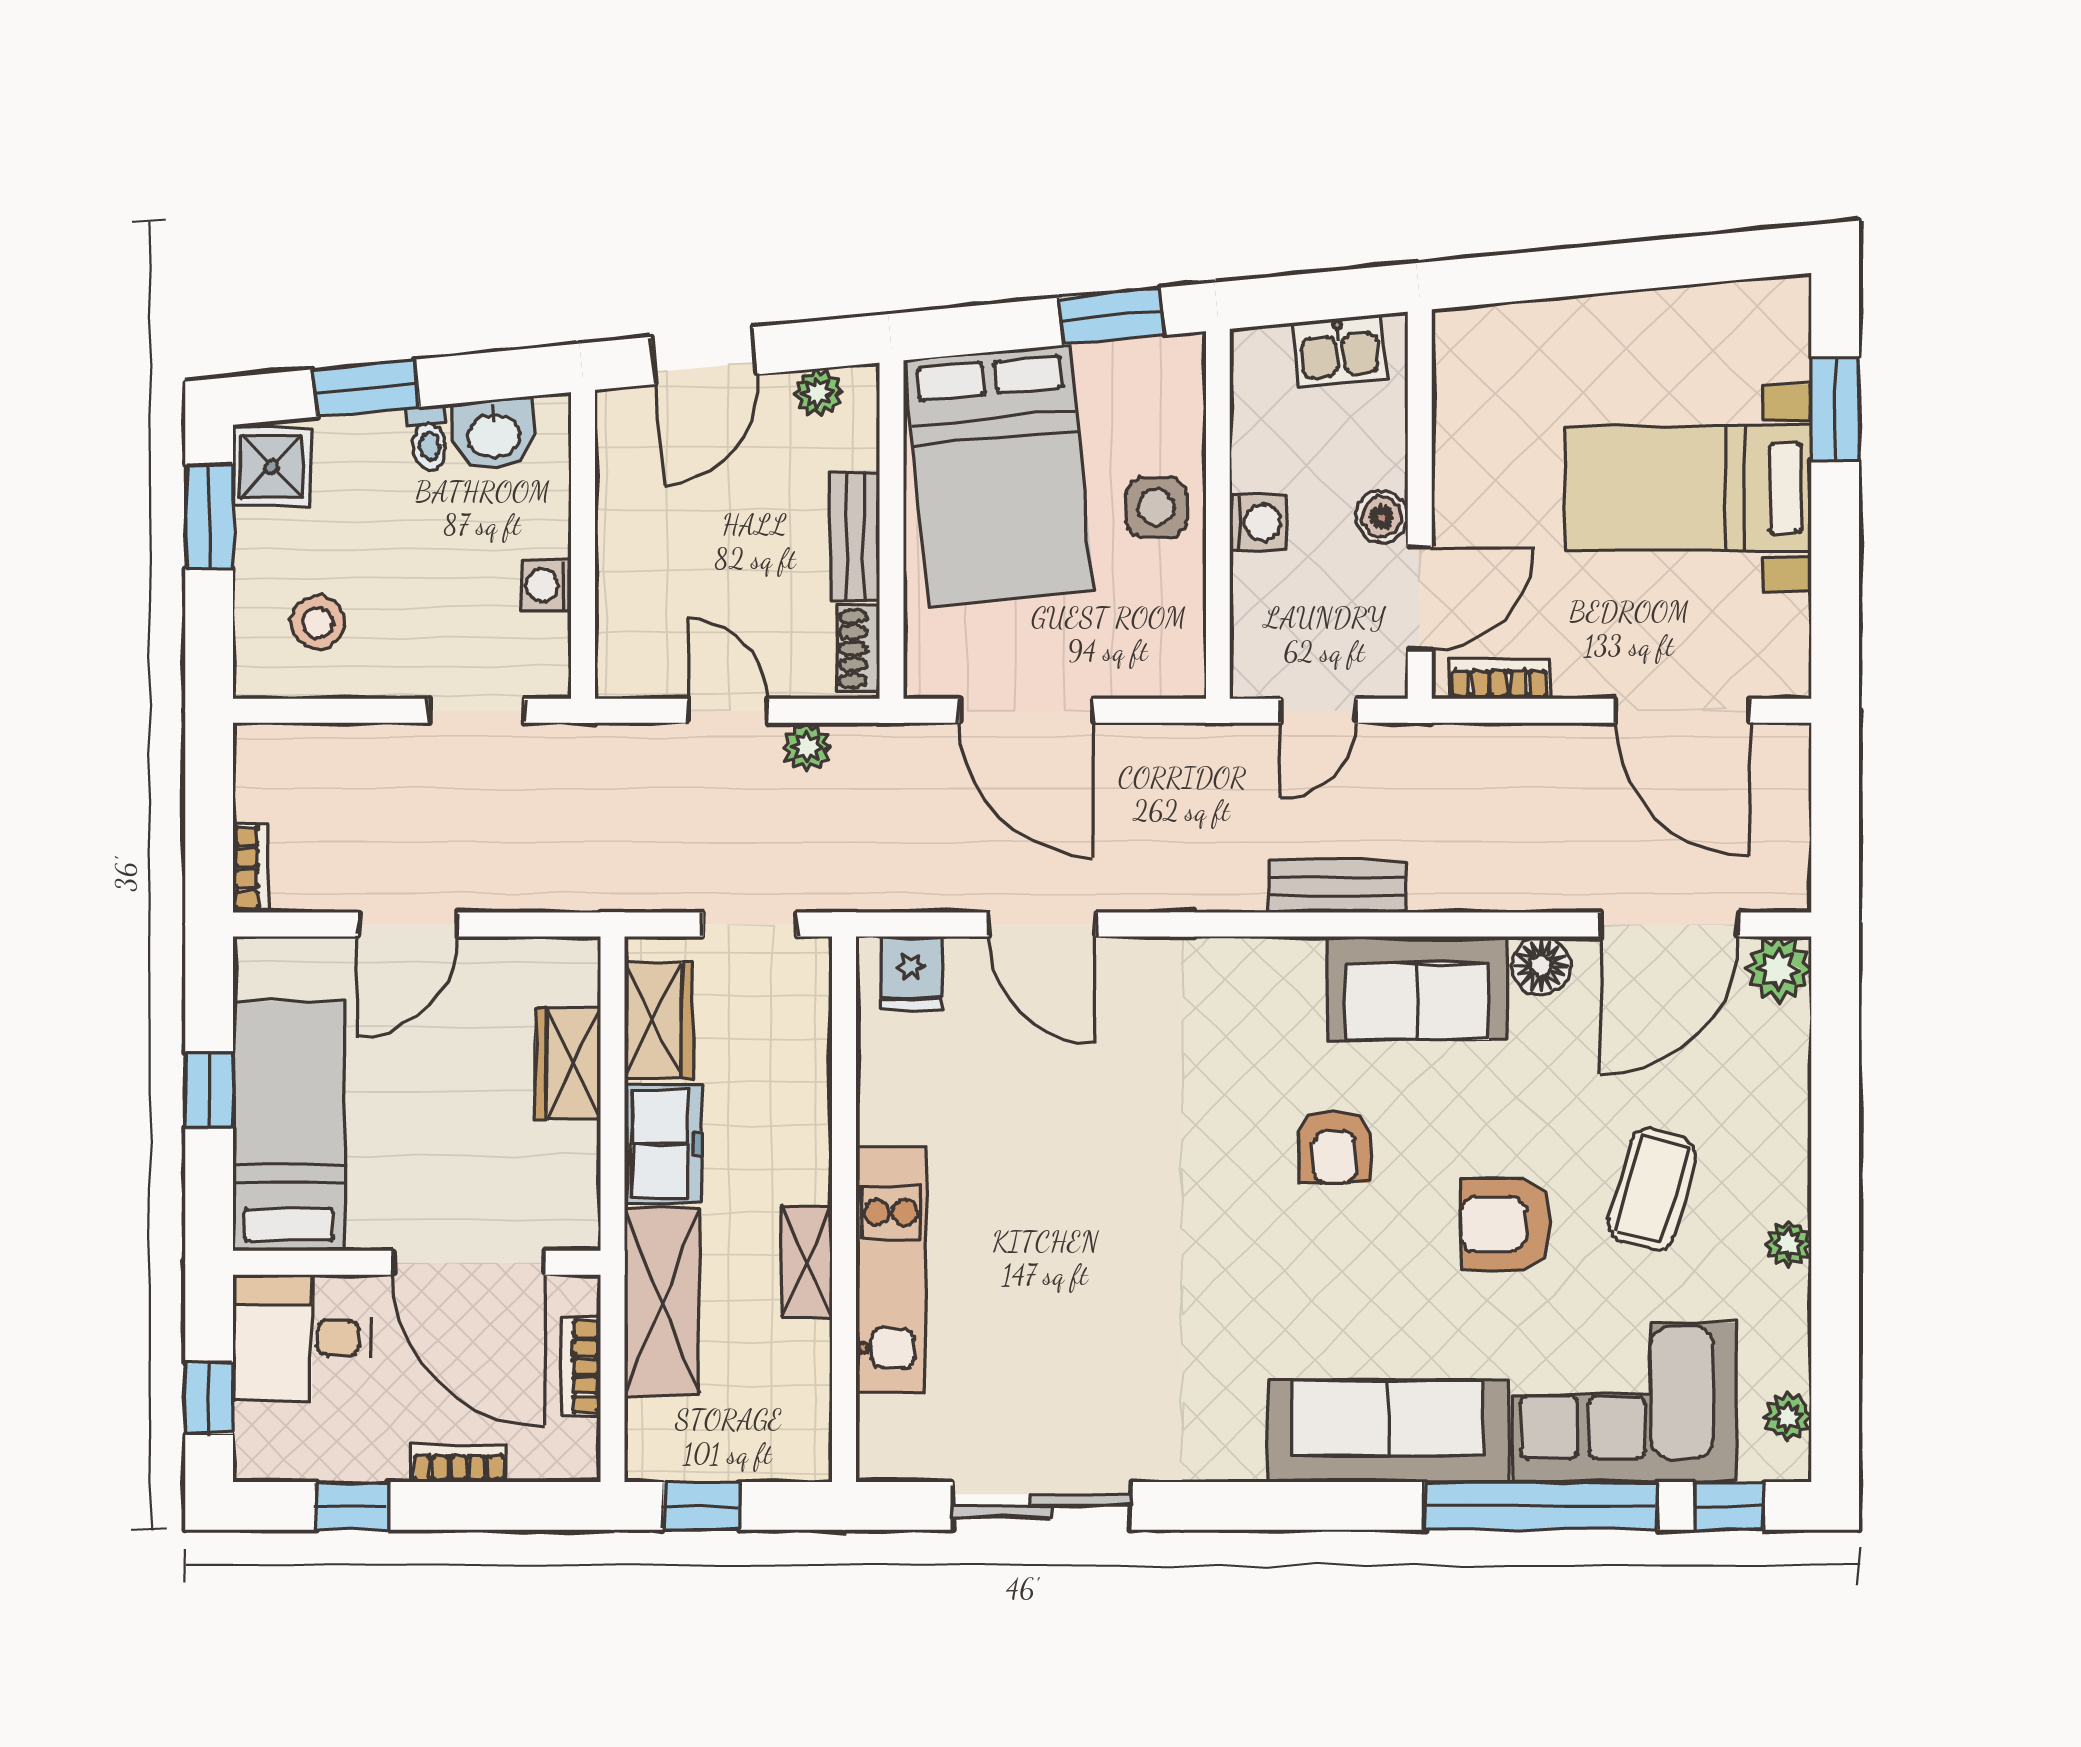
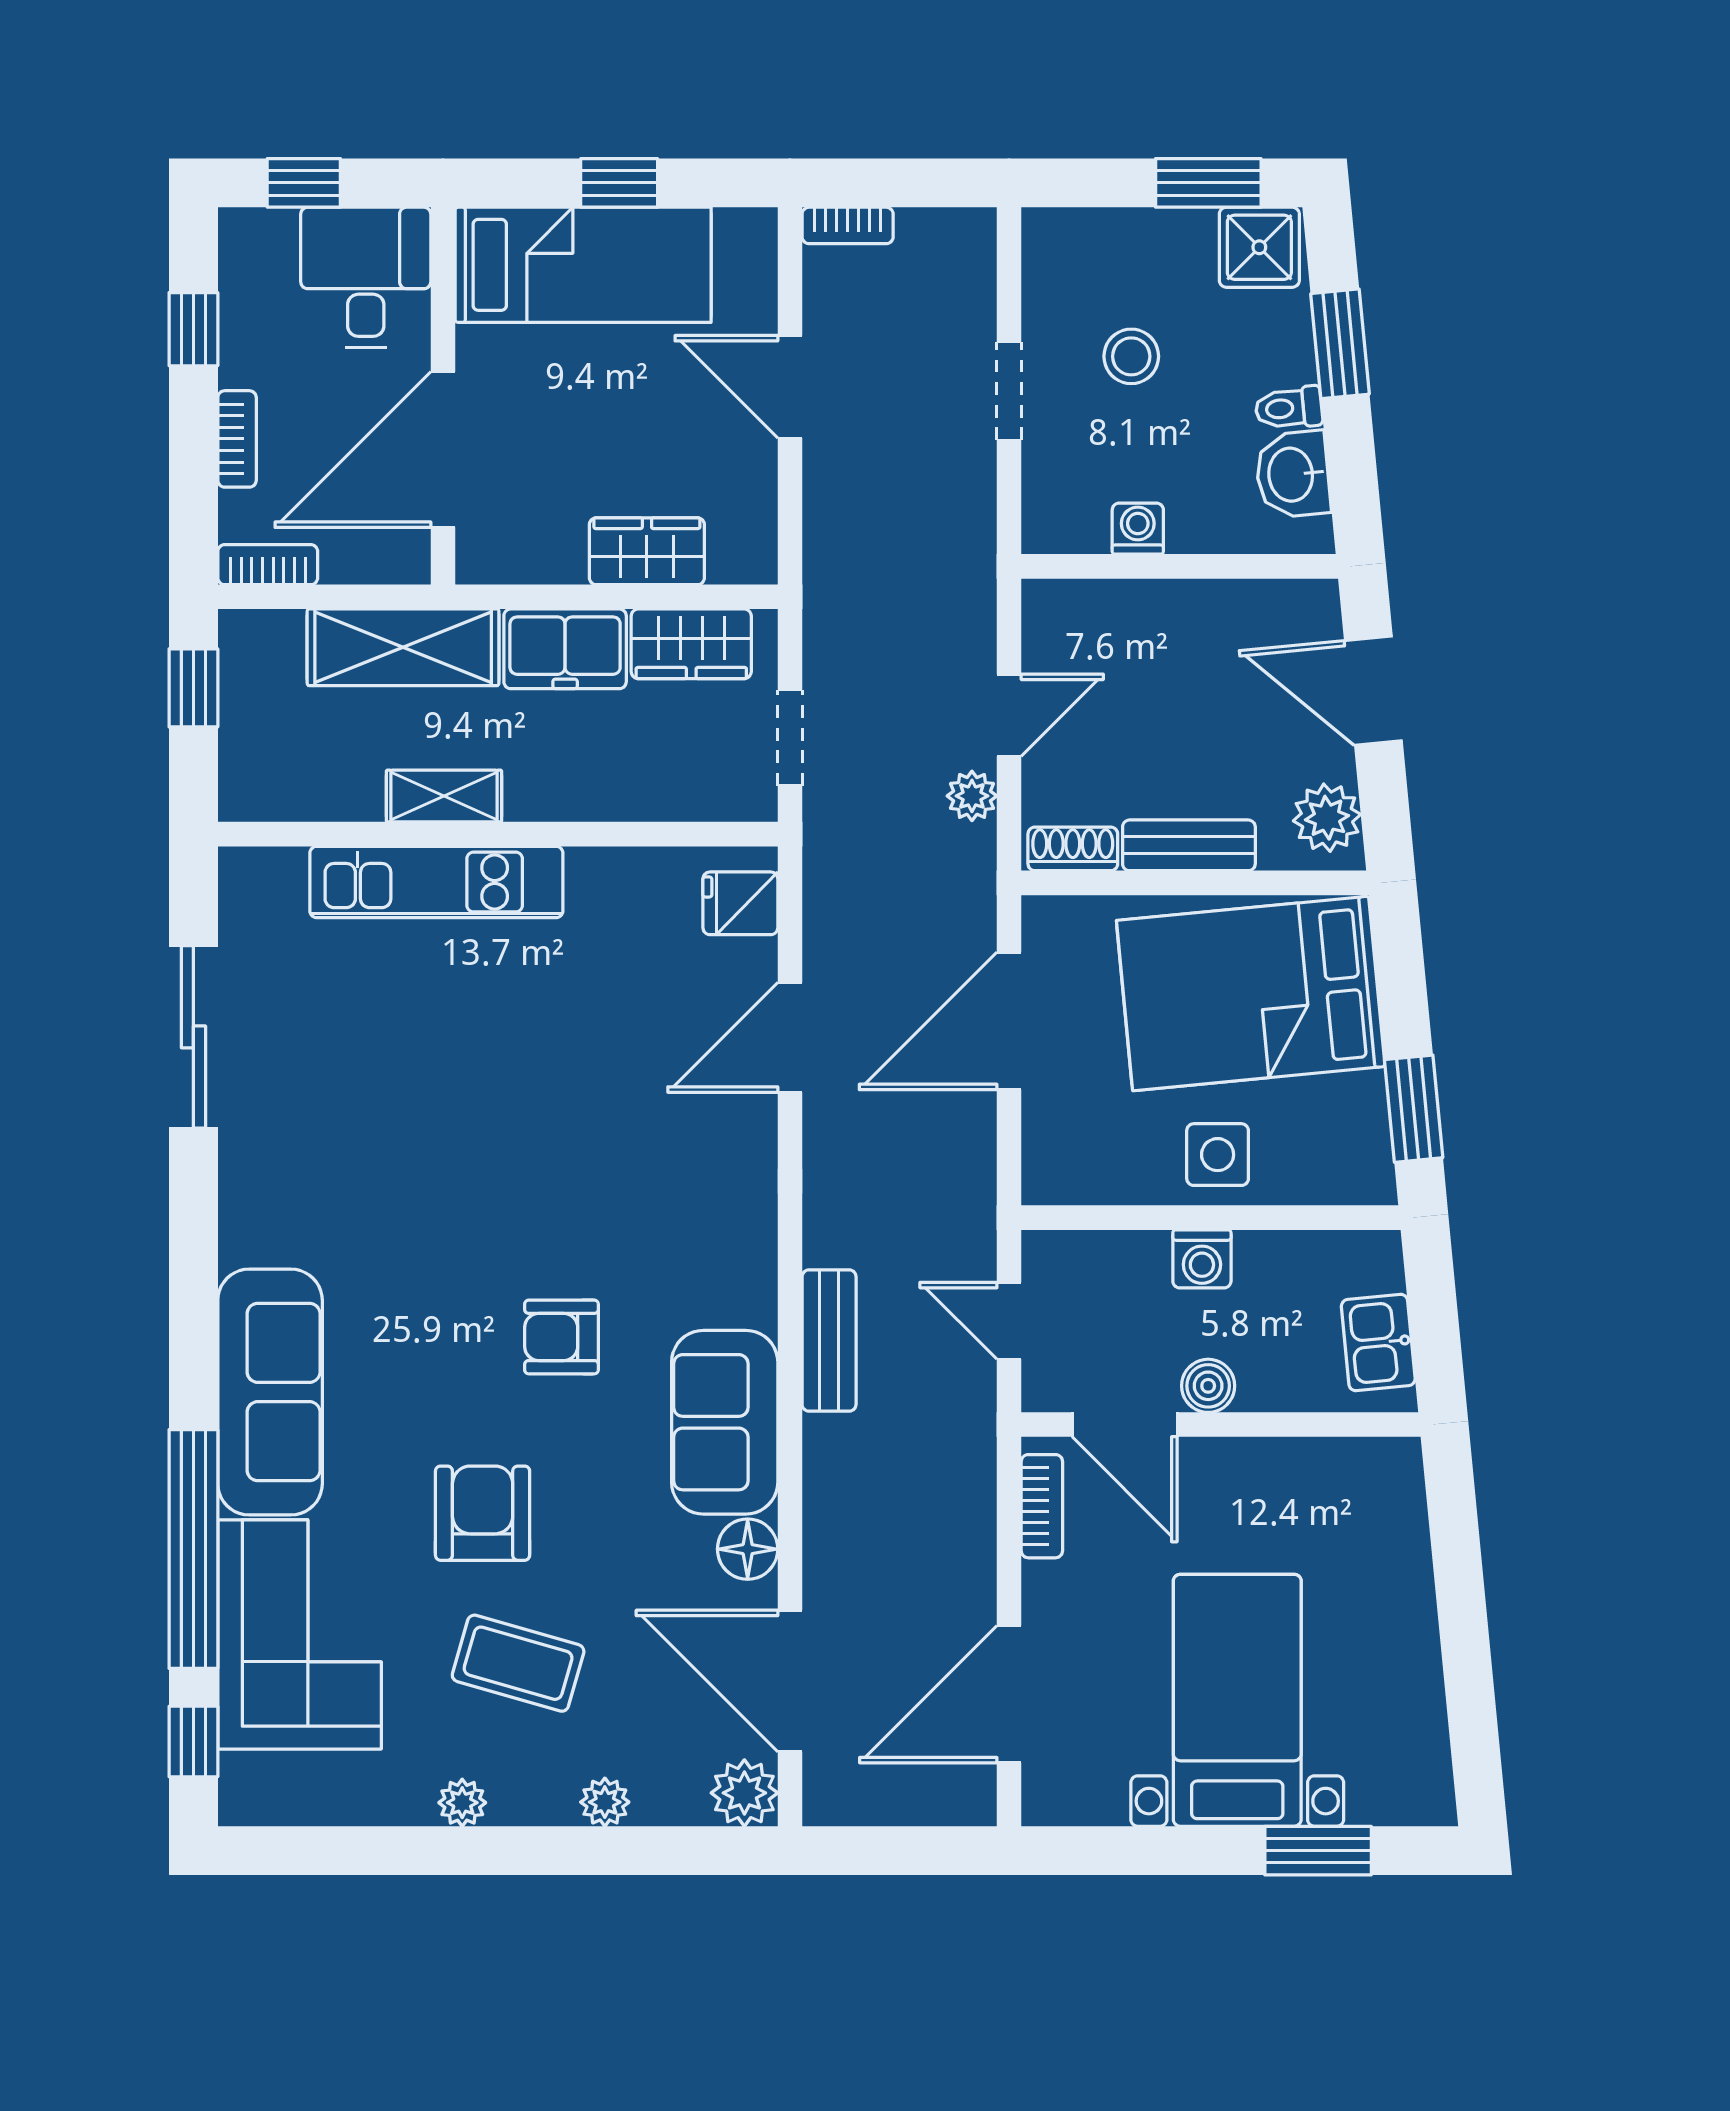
plant: (818, 393) -> (1327, 818), width x1.38, depth x1.38
stool: (318, 622) -> (1131, 356), moved
doorway: (476, 711) -> (1009, 391), moved
bookcase: (581, 1366) -> (268, 565), moved
plant: (1788, 1416) -> (605, 1802), moved

